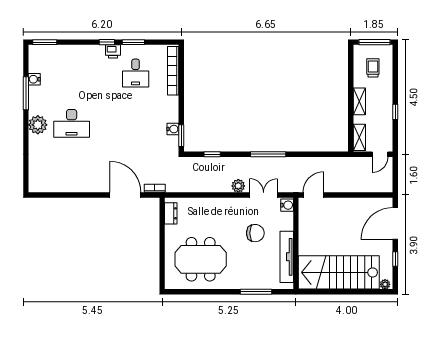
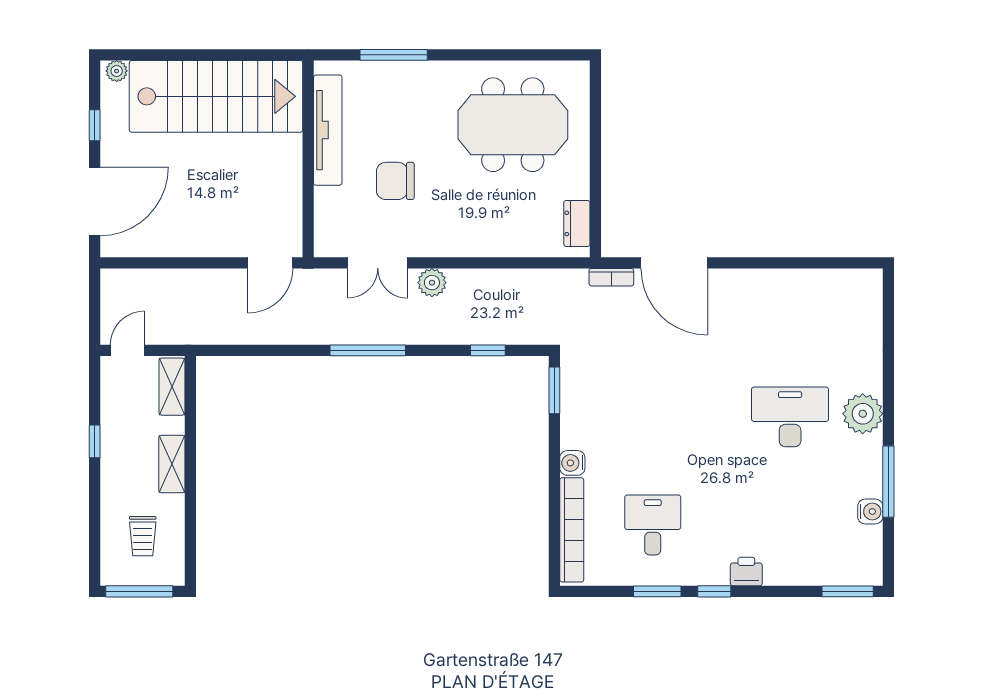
printer: (113, 51) -> (746, 571), moved
water cooler: (173, 129) -> (572, 463), moved
water cooler: (287, 205) -> (327, 241), removed

